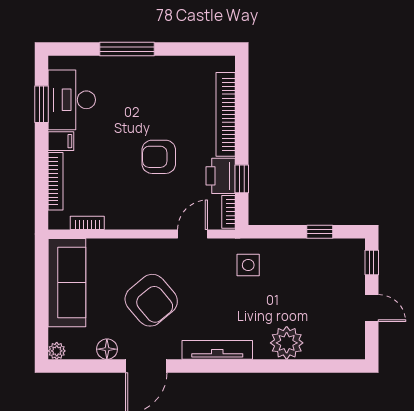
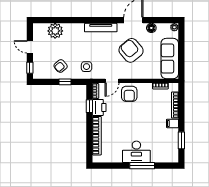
desk: (72, 100) -> (136, 152), moved, turned 90
armchair: (159, 157) -> (129, 94), moved, turned 90
window: (320, 232) -> (65, 82), moved
armchair: (305, 266) -> (61, 66), added
plant: (287, 343) -> (55, 31), moved

